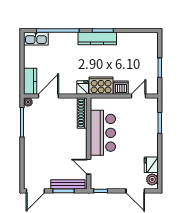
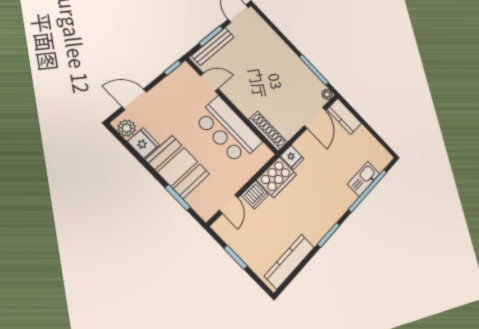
kitchen sink: (36, 39) -> (364, 179), moved
kitchen counter: (97, 39) -> (289, 262), moved
booth: (146, 138) -> (178, 167), added

